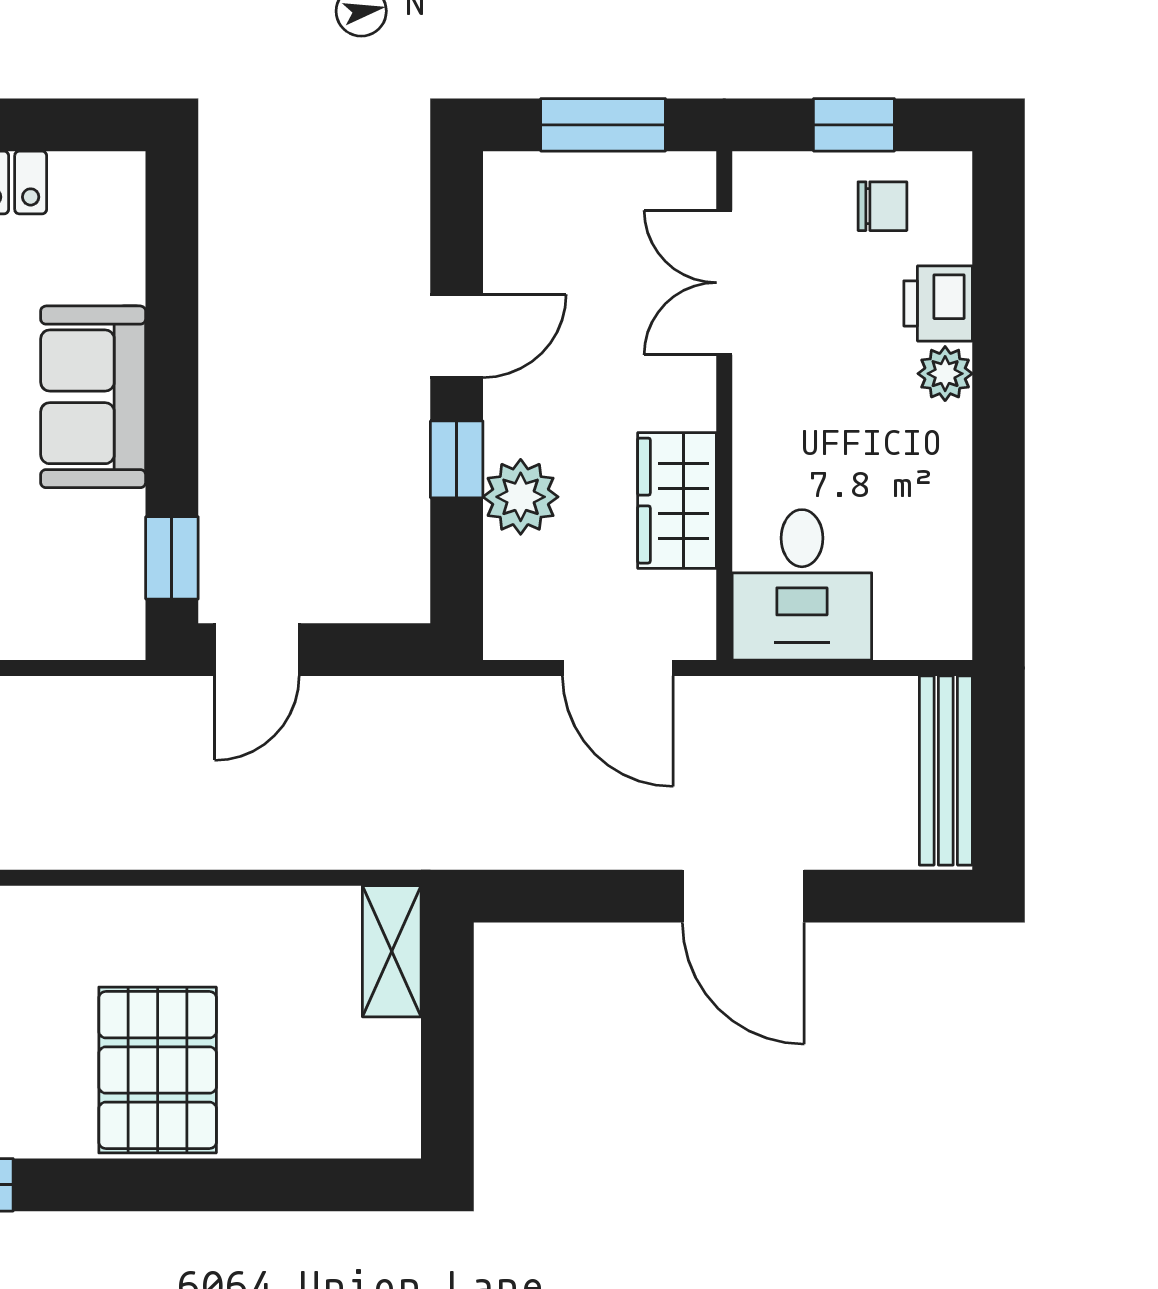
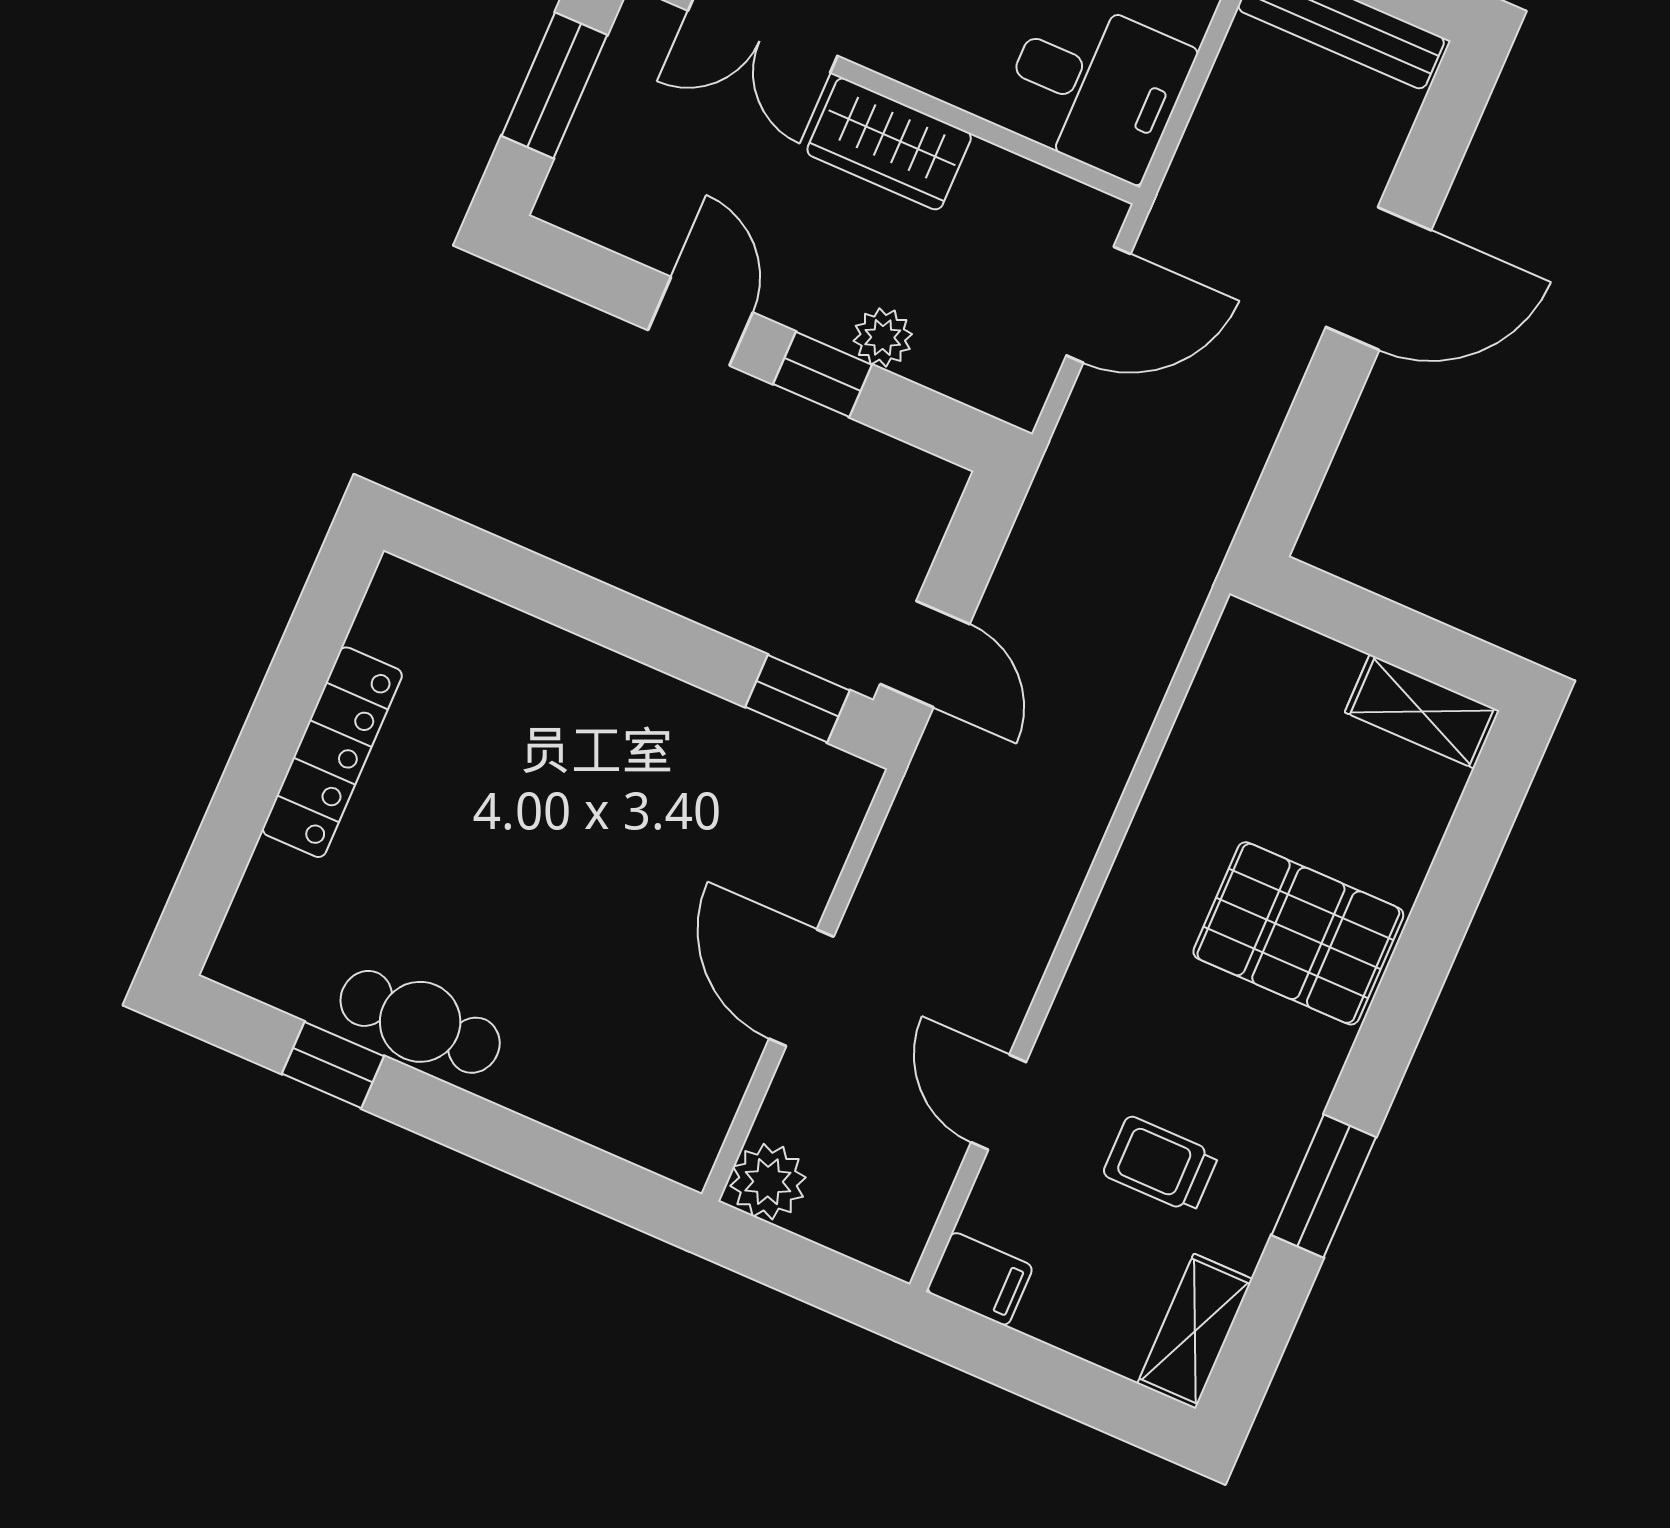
sofa: (93, 397) -> (604, 707), removed
plant: (521, 497) -> (883, 337), width x0.73, depth x0.73
wardrobe: (677, 501) -> (889, 144), moved
shelving: (392, 951) -> (1422, 711), moved

